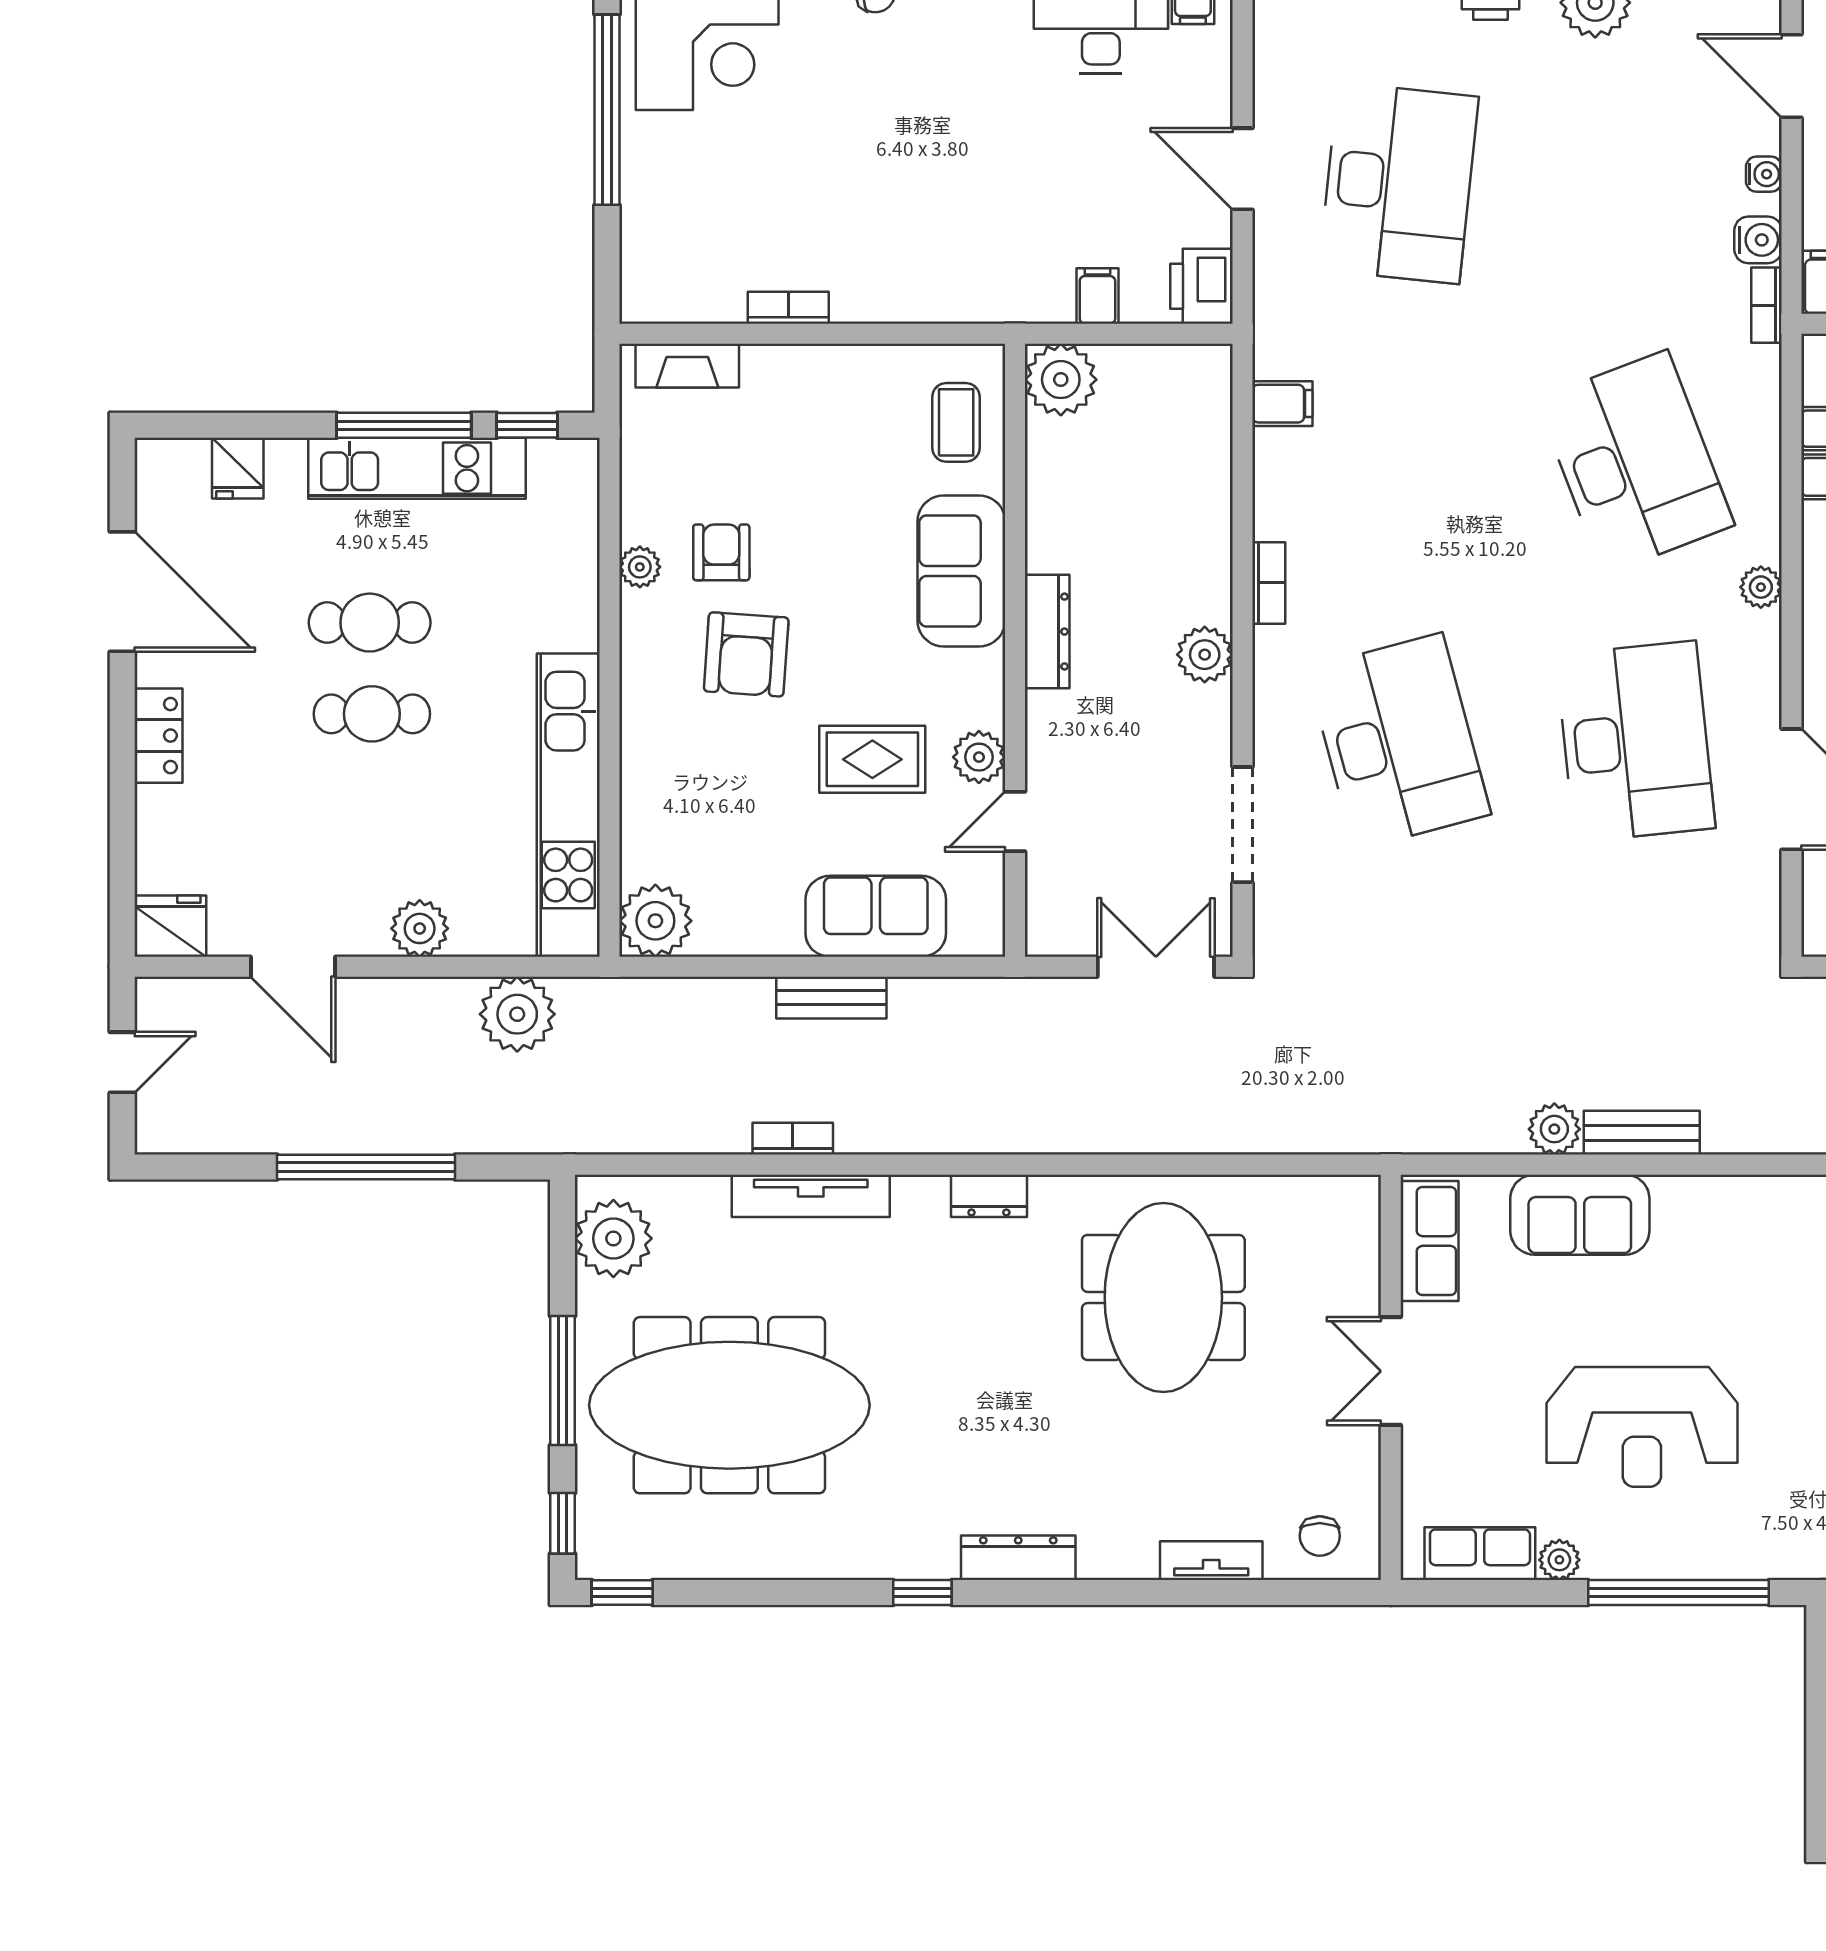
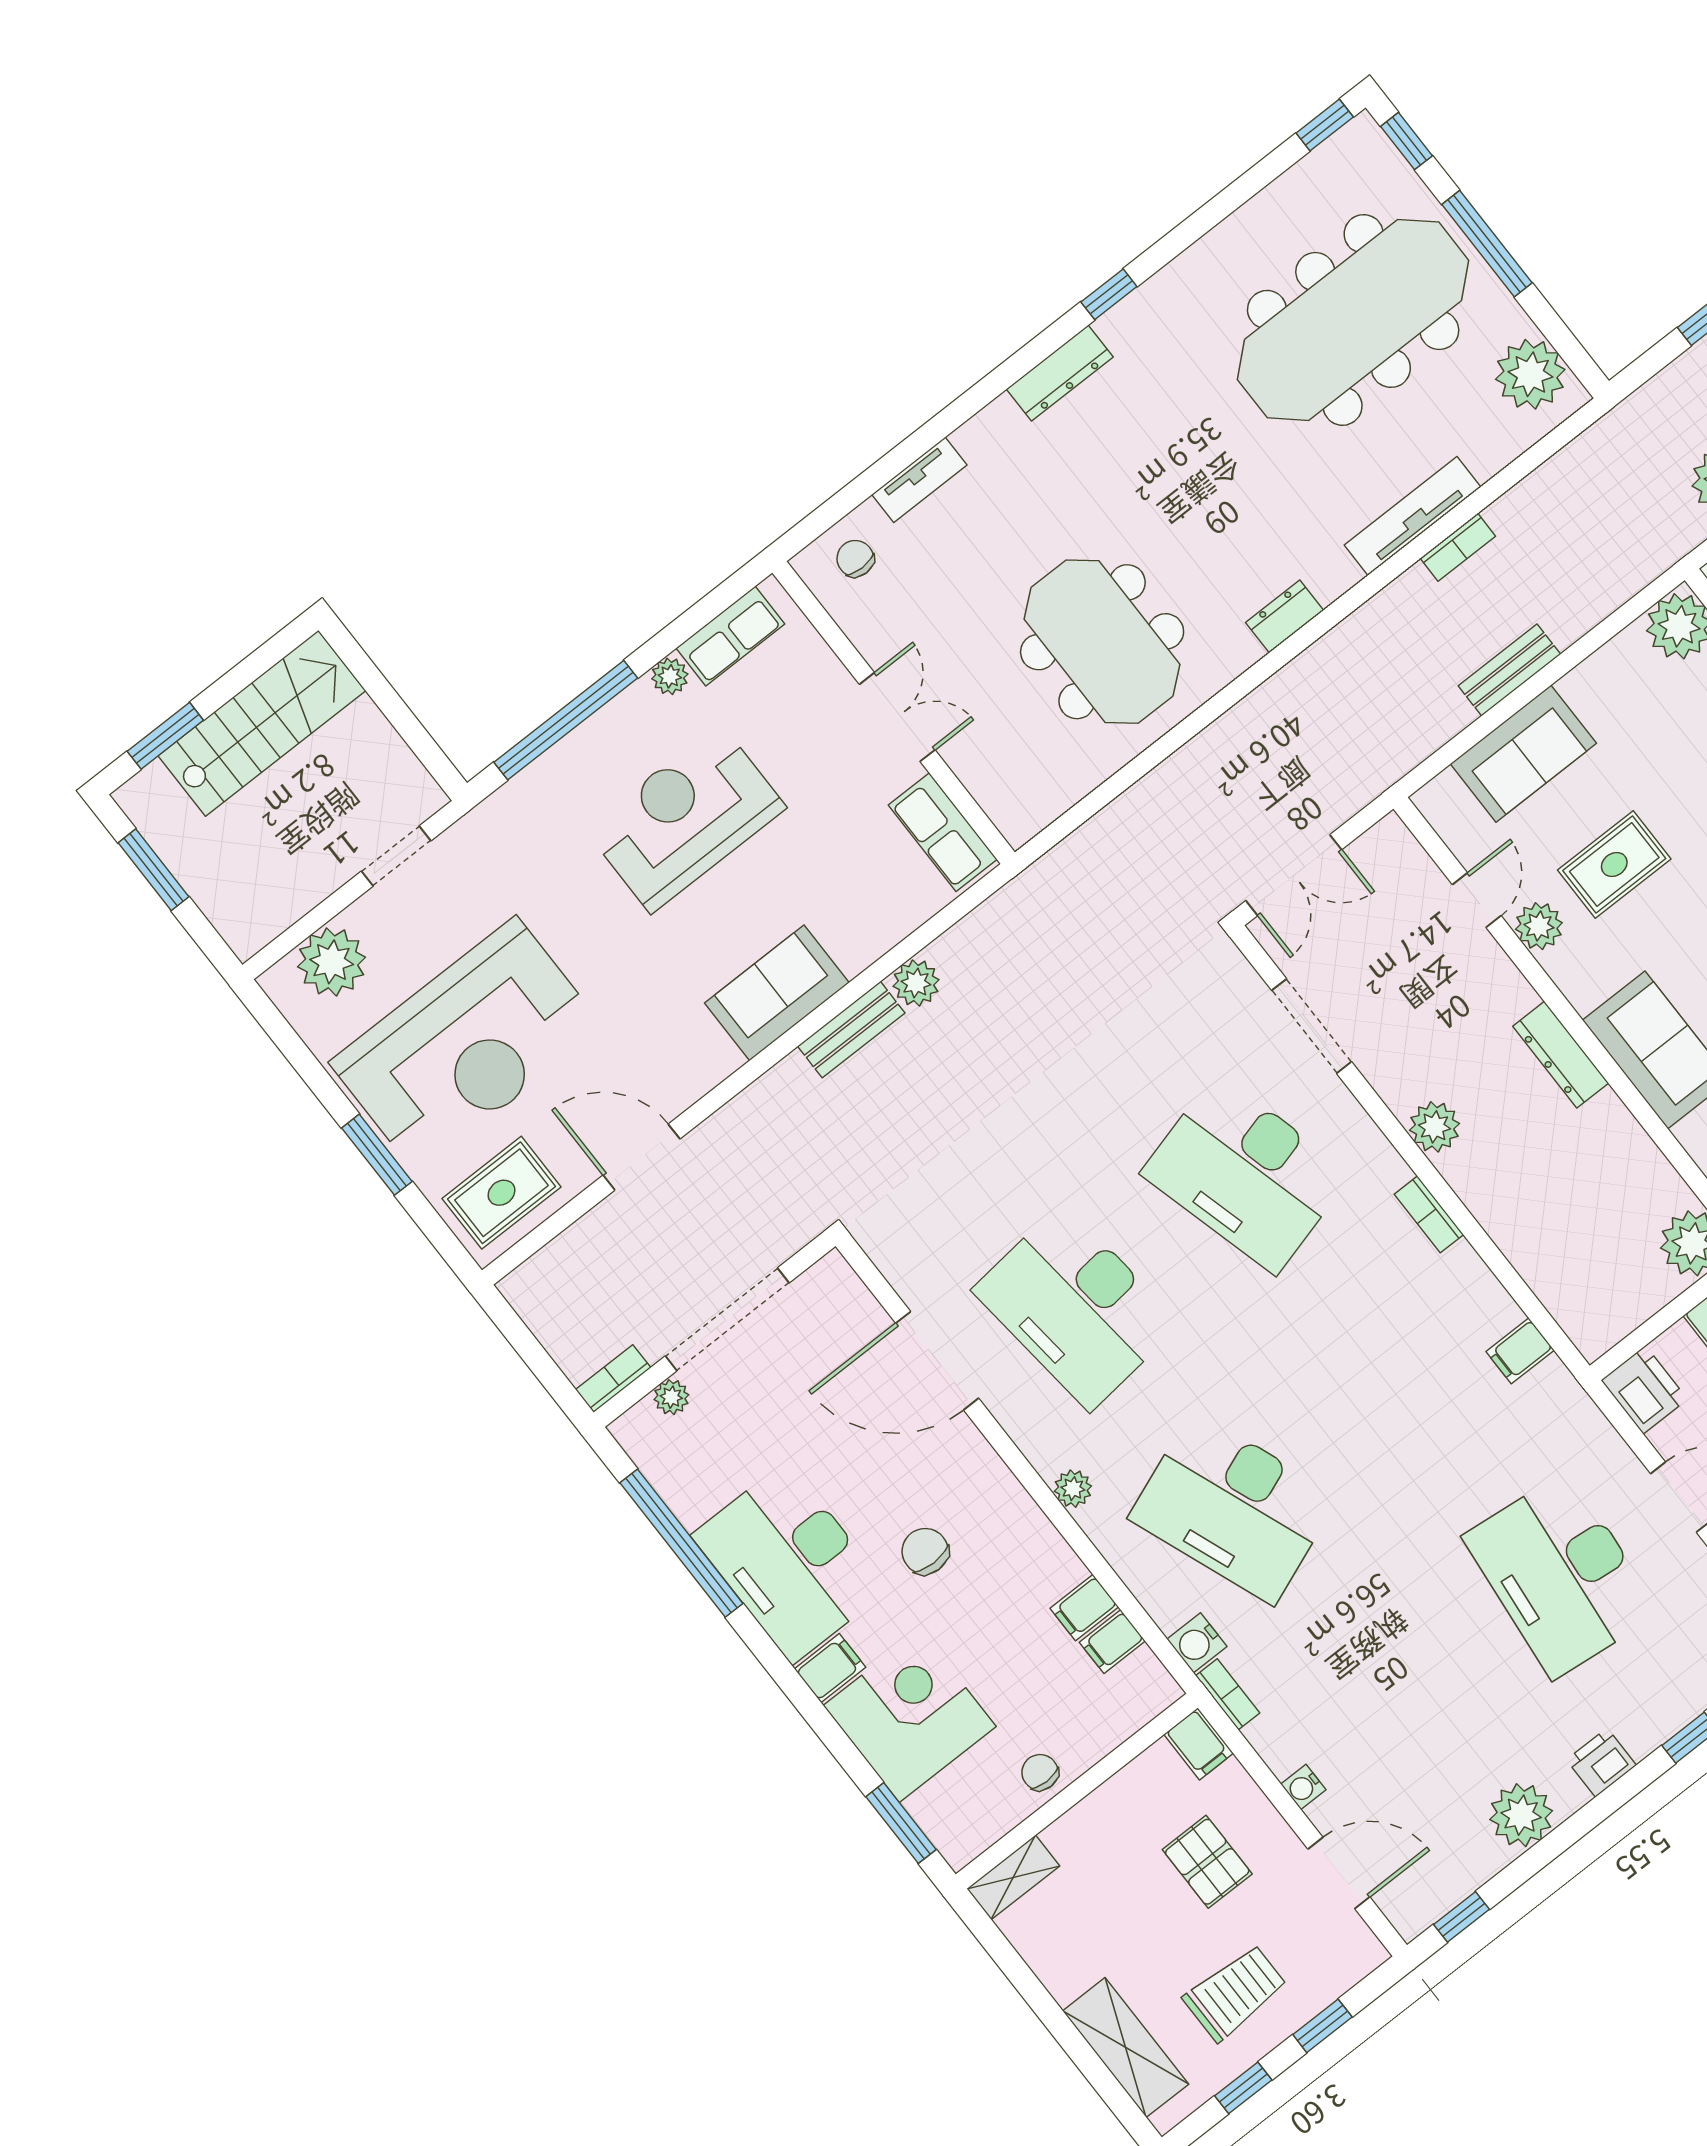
water cooler: (1758, 240) -> (1197, 1643), moved
sofa: (1580, 1215) -> (777, 993), moved

